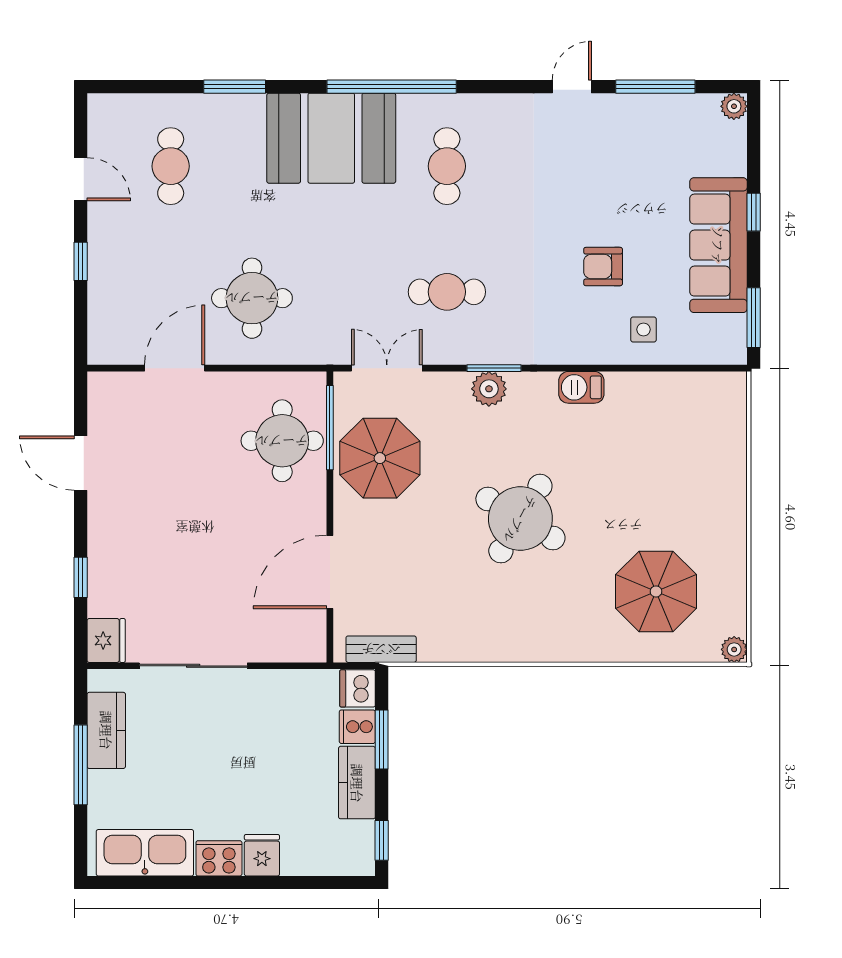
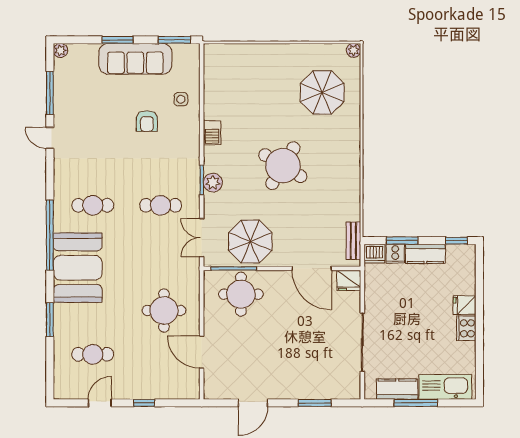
window: (754, 212) -> (118, 40), width x1.50
cafe table: (447, 292) -> (161, 205), turned 90
window: (81, 577) -> (315, 403), width x1.50
fridge: (106, 640) -> (349, 280), moved, turned 180
kitchen sink: (145, 853) -> (445, 387), moved, turned 90

